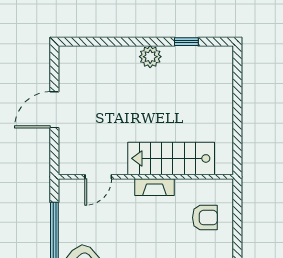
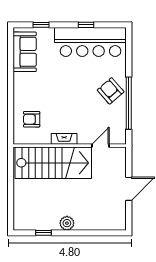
stairs: (171, 158) -> (53, 163), width x1.36, depth x1.51

